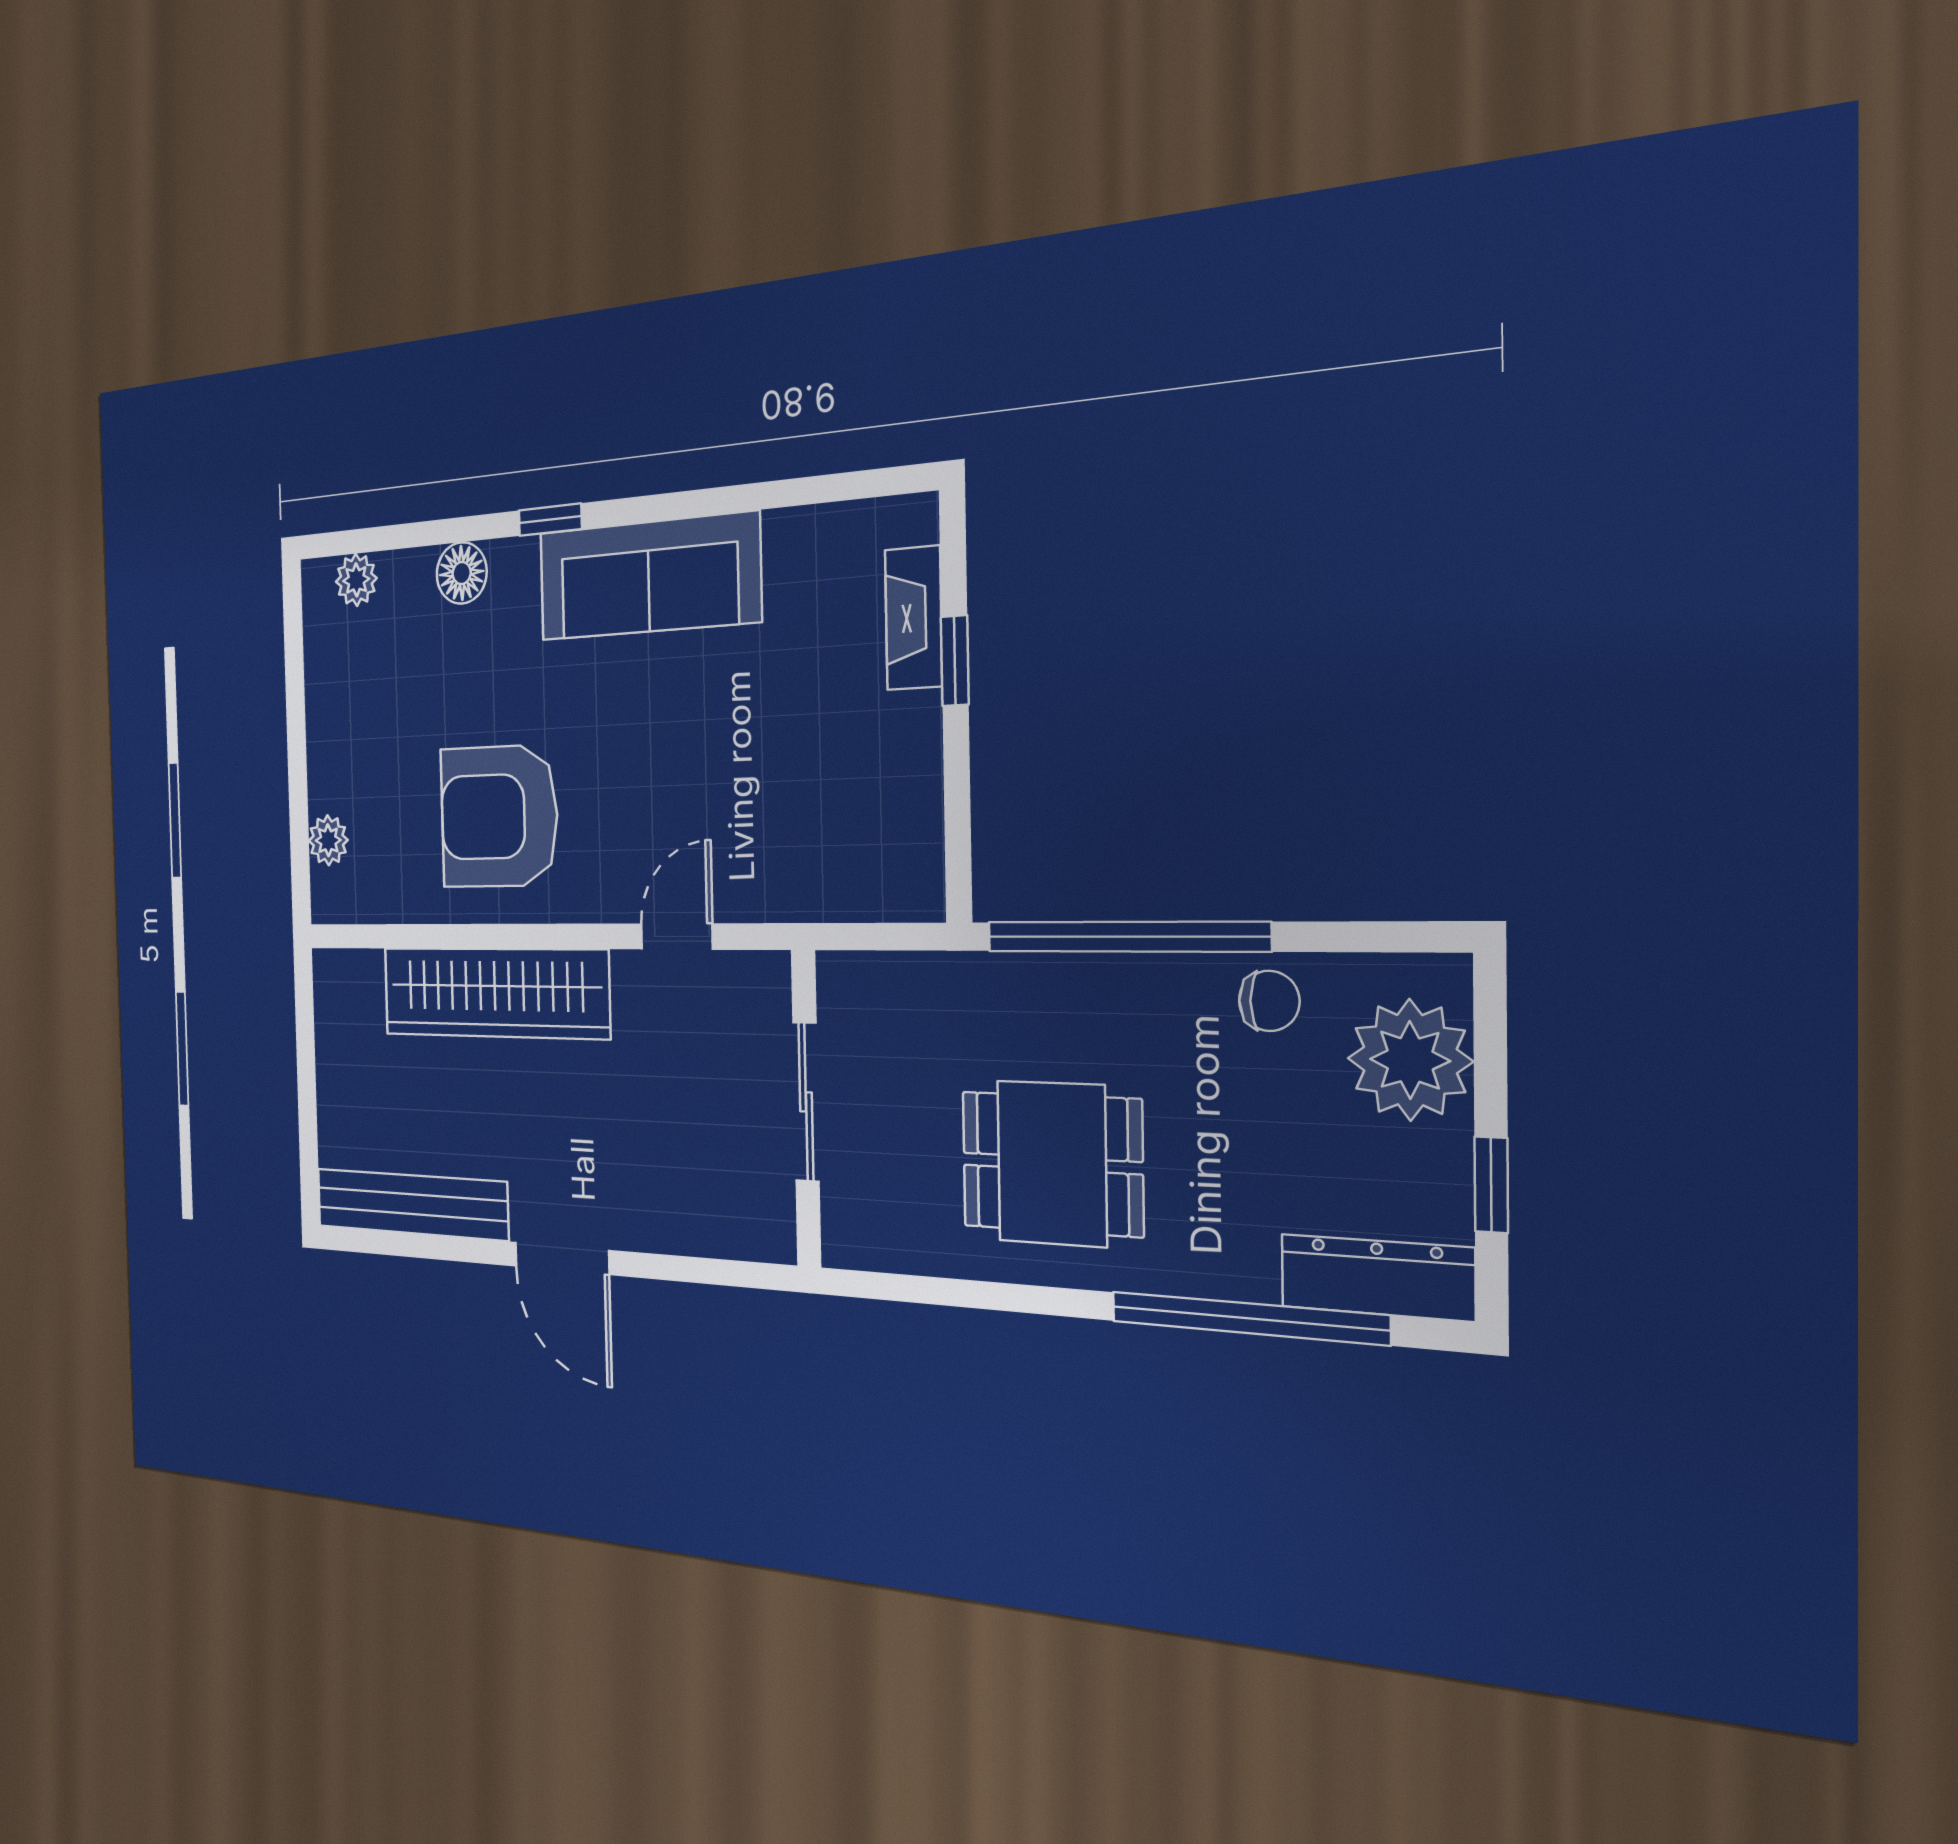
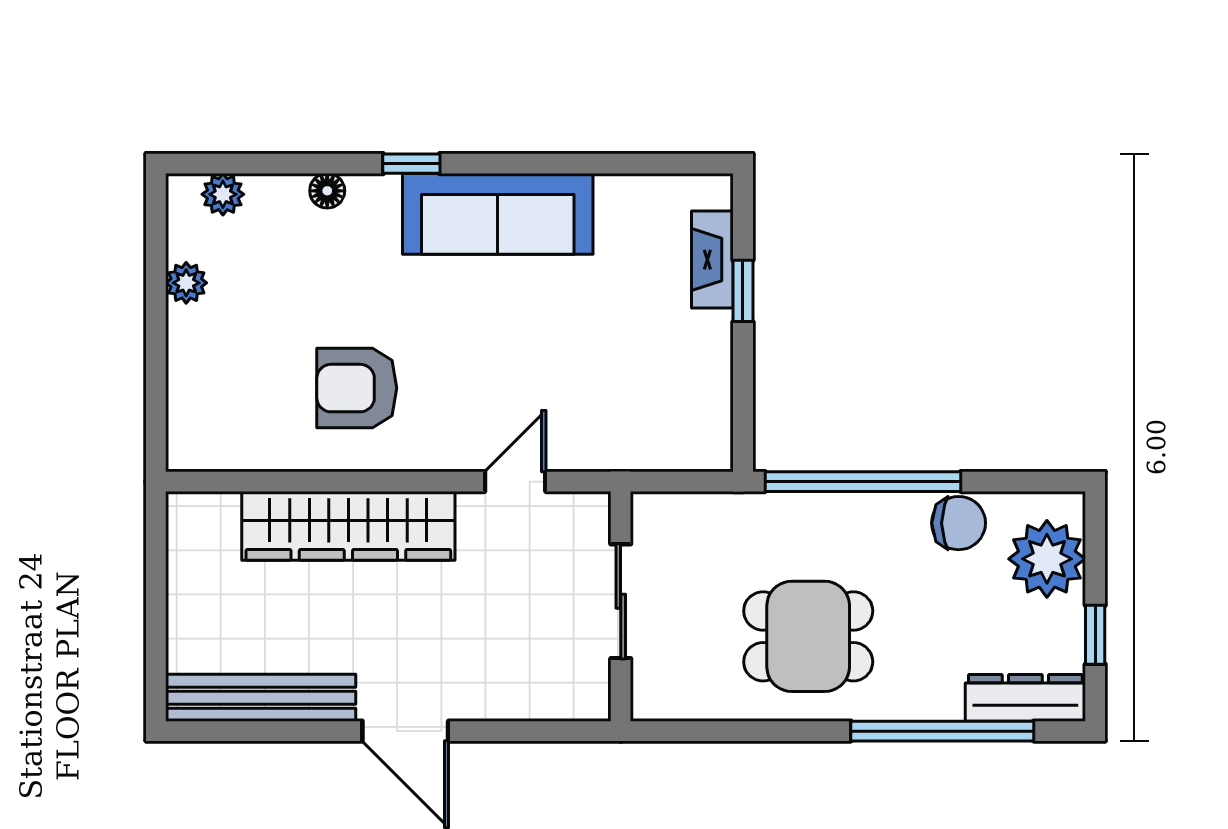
floor lamp: (462, 573) -> (327, 191), width x0.73, depth x0.73
armchair: (499, 816) -> (357, 388), width x0.73, depth x0.73
plant: (328, 840) -> (186, 283), moved
chair: (1269, 1001) -> (959, 523), width x1.37, depth x1.37

